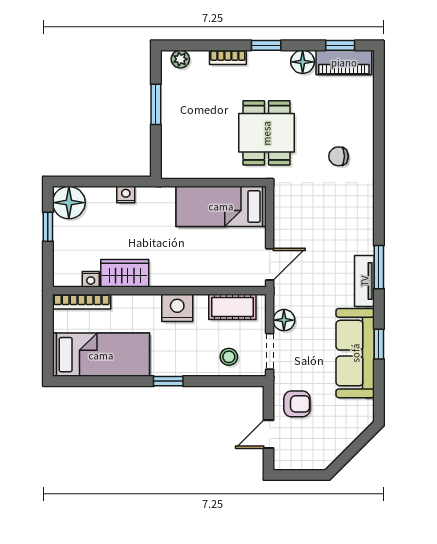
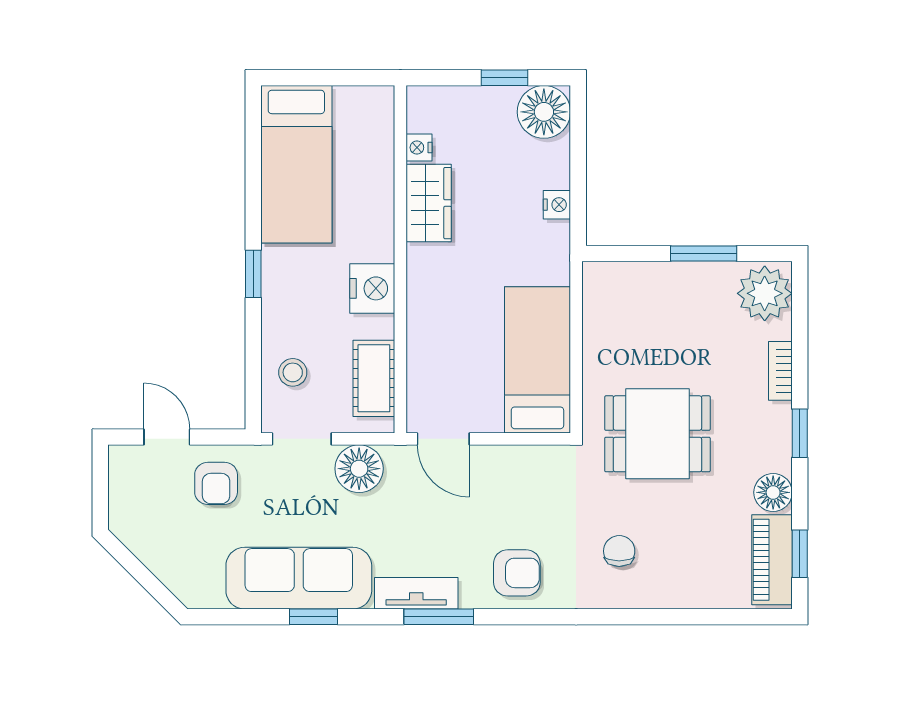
plant: (180, 59) -> (765, 293), width x1.88, depth x1.88
armchair: (352, 219) -> (517, 573), added
bookcase: (82, 302) -> (383, 133), removed
floor lamp: (284, 320) -> (359, 469), width x1.38, depth x1.38

